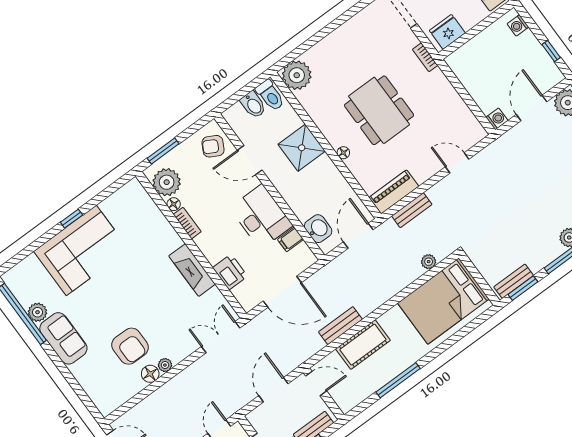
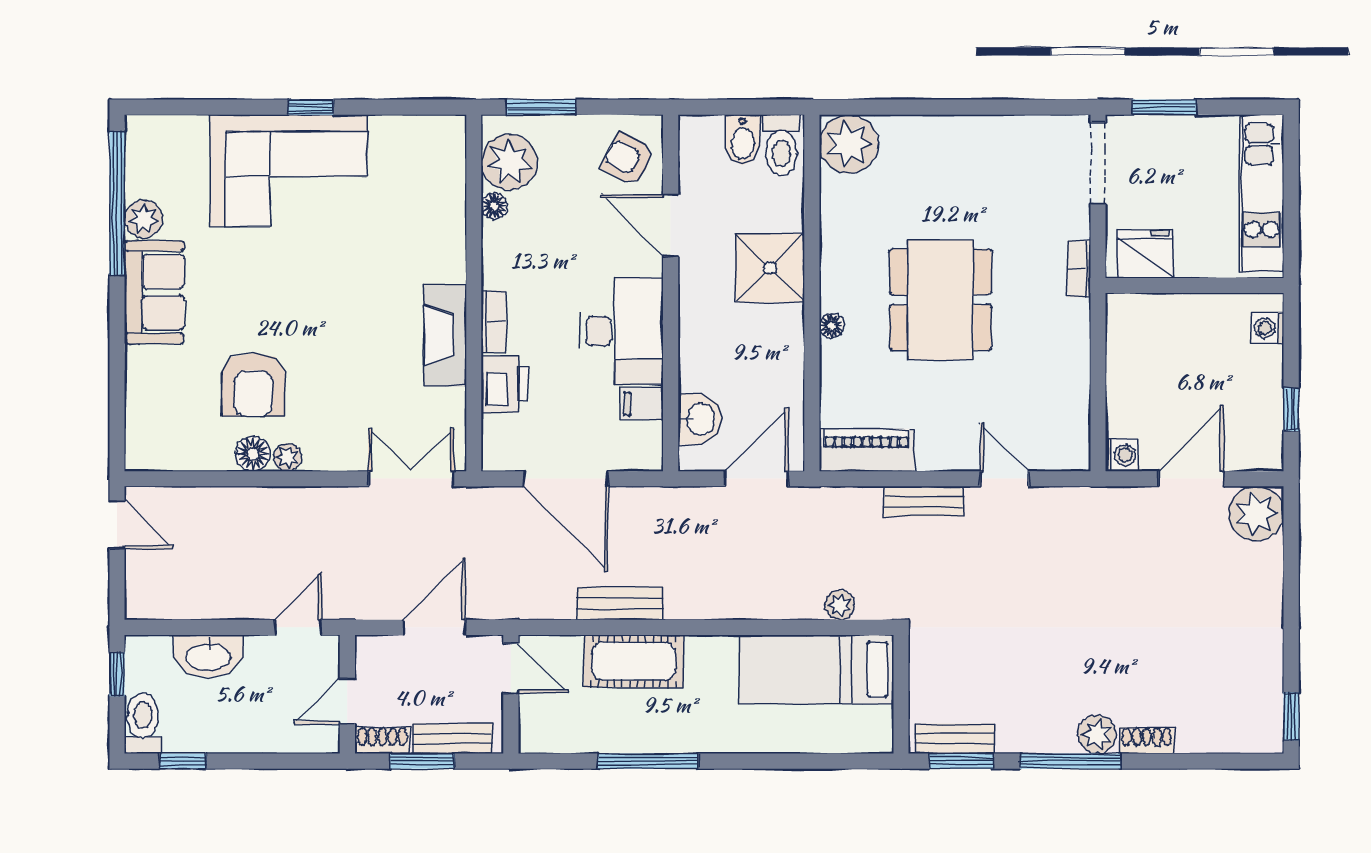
bench: (412, 210) -> (923, 501), moved
bookcase: (187, 223) -> (494, 321), moved
bed: (443, 301) -> (817, 669), width x0.67

